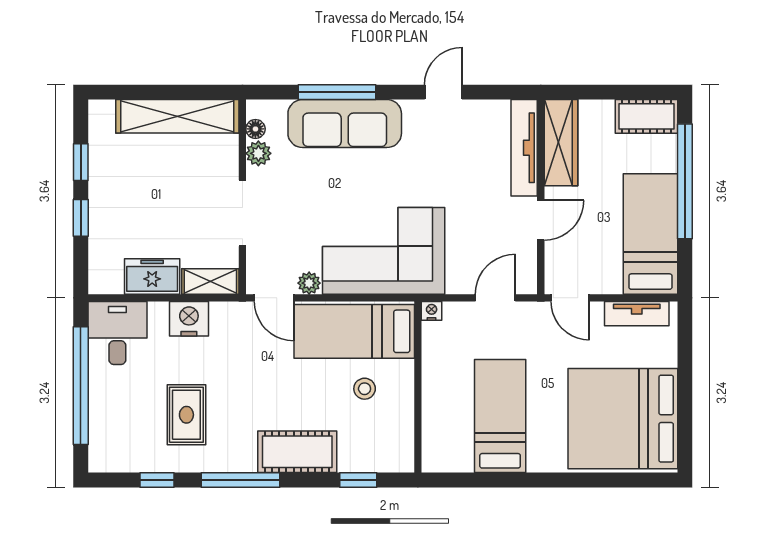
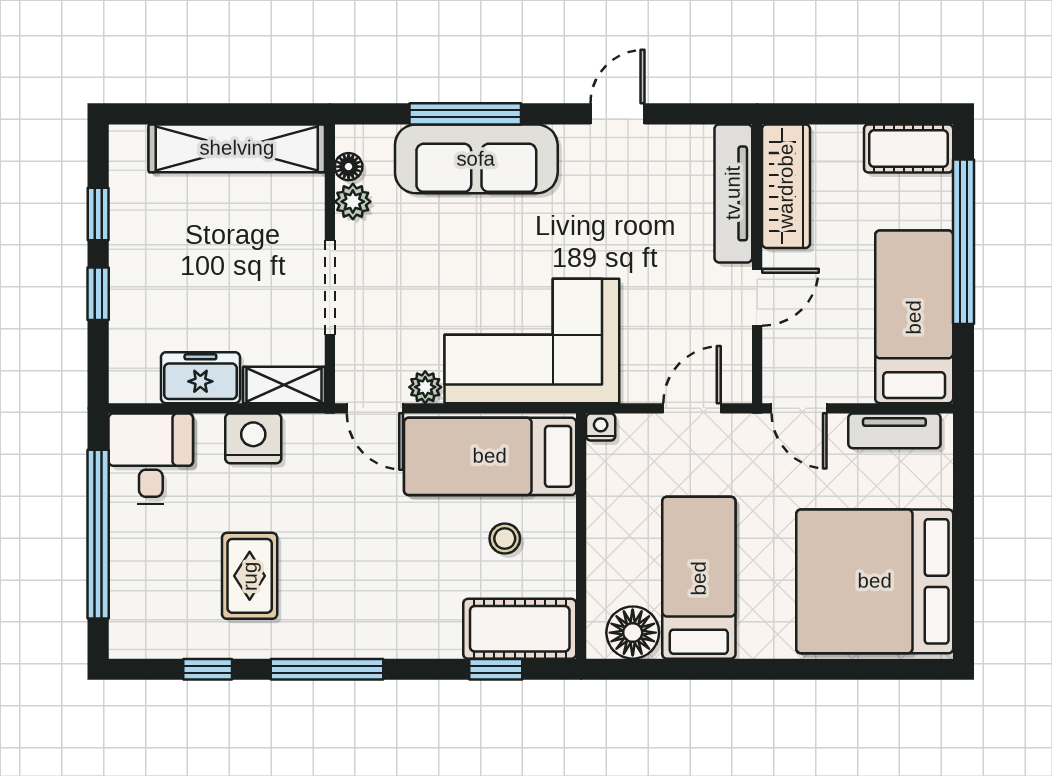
cot: (297, 452) -> (520, 629), moved
floor lamp: (454, 454) -> (633, 633), added

